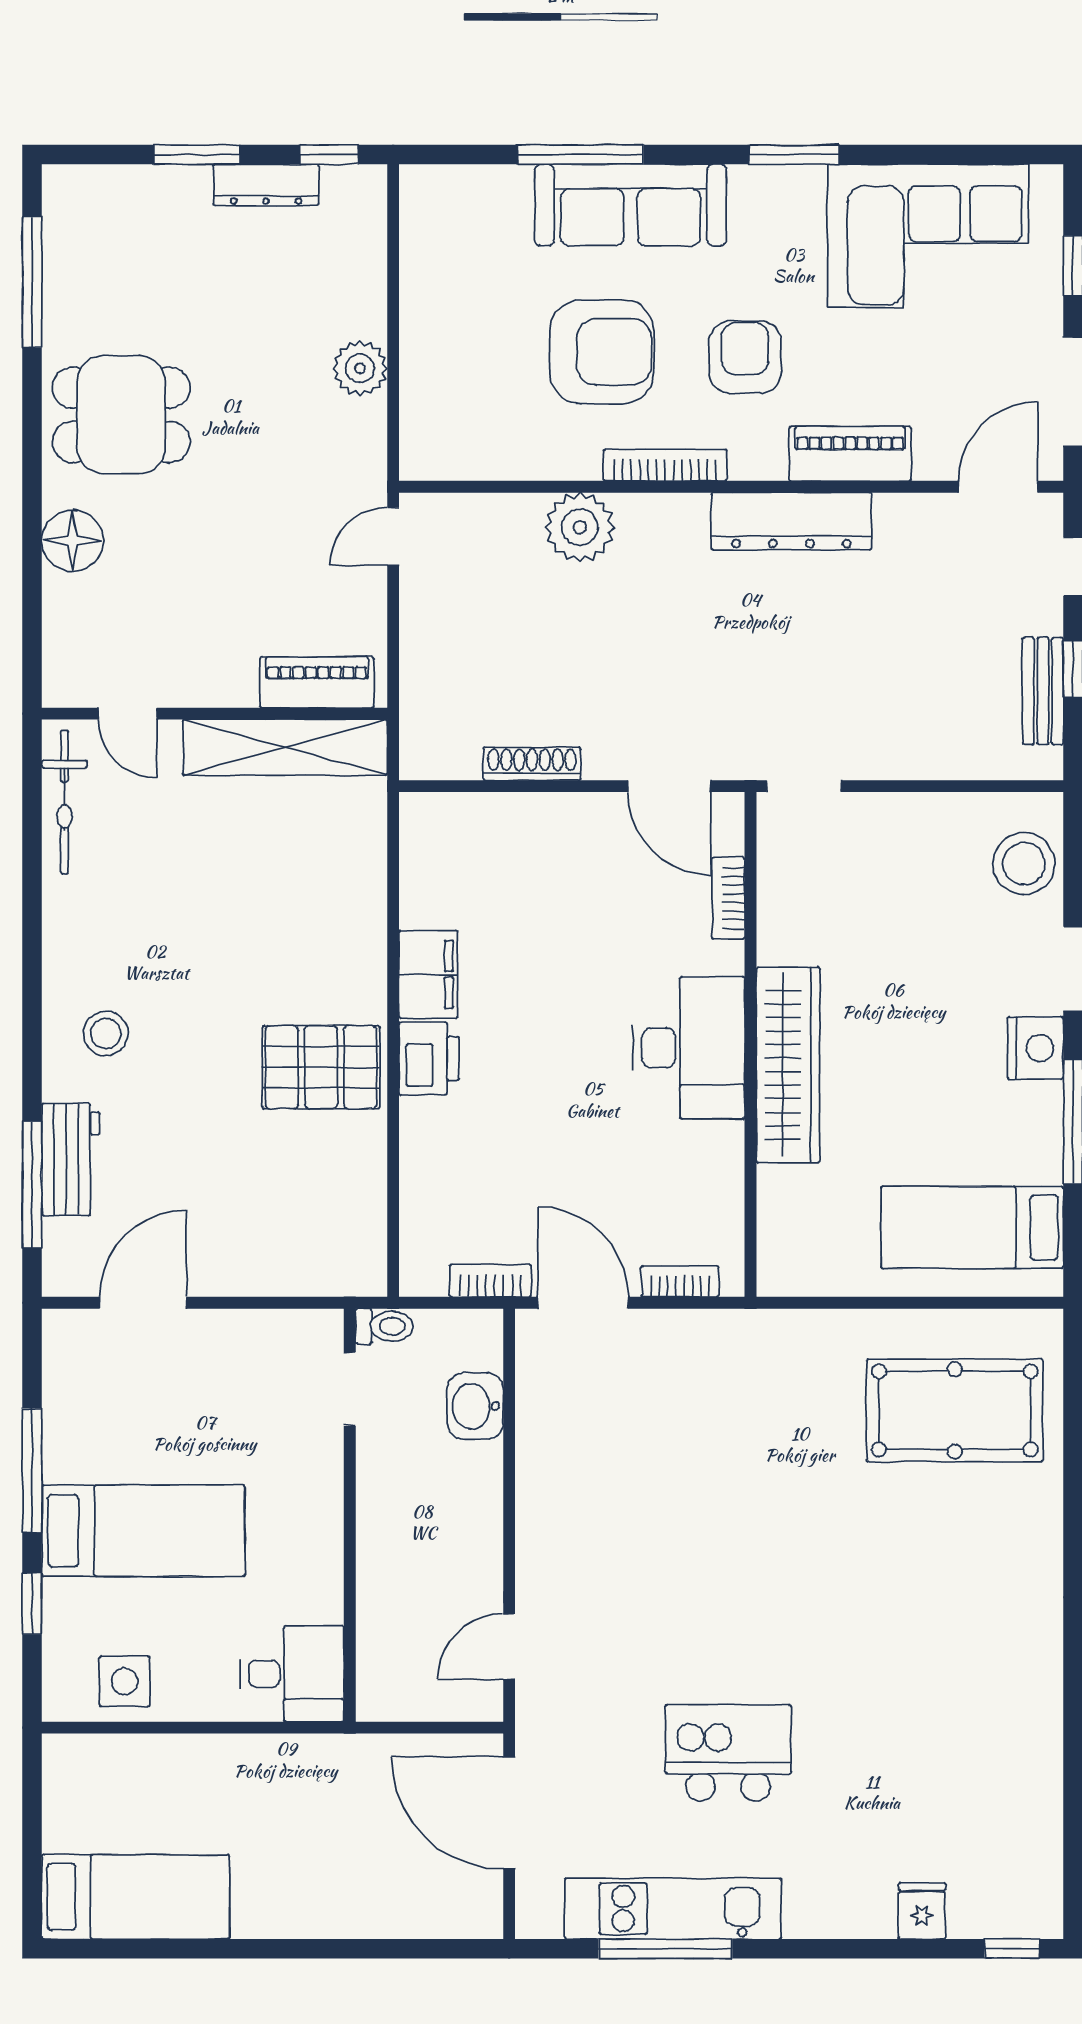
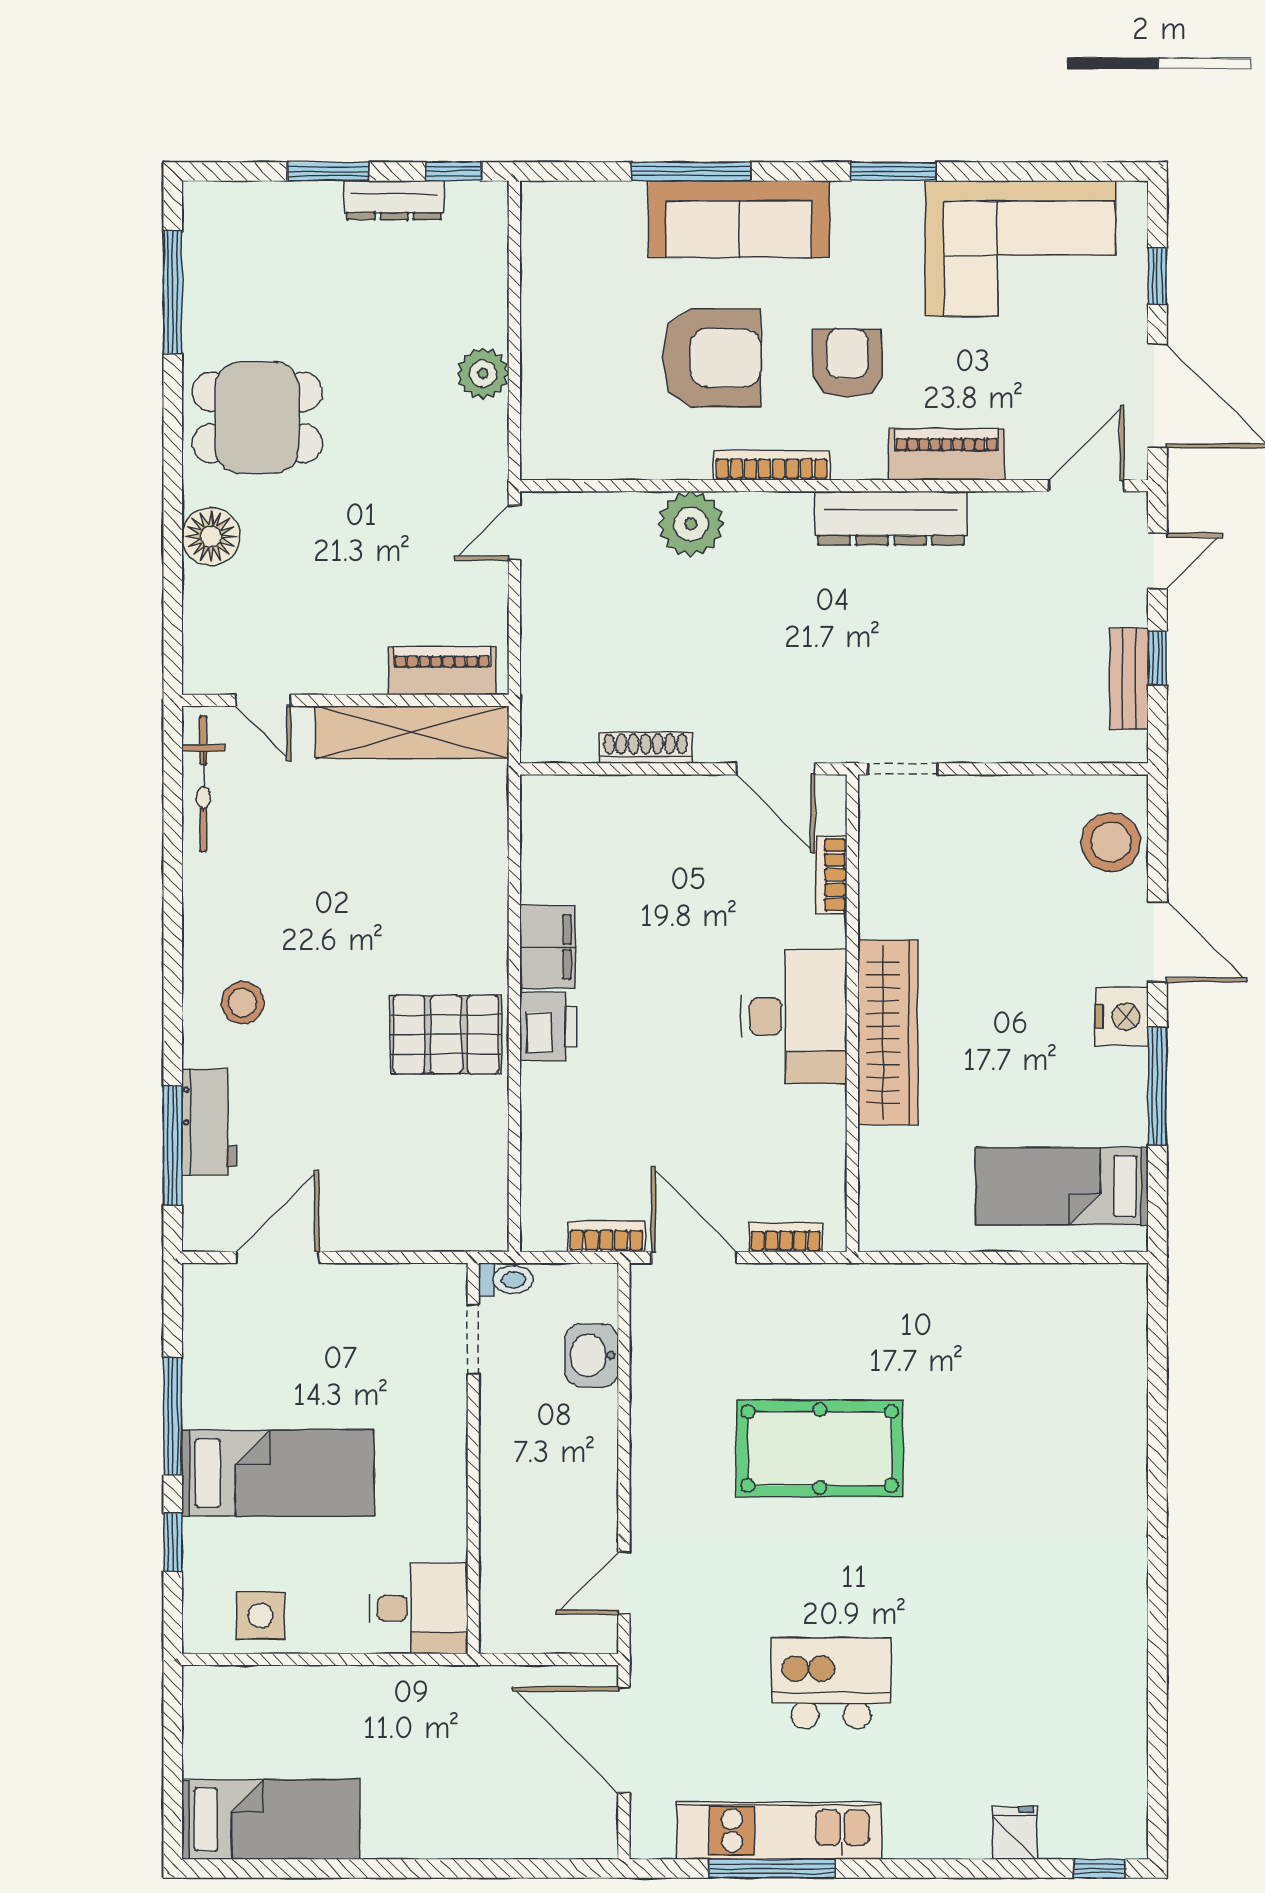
pool table: (955, 1410) -> (820, 1448), moved

